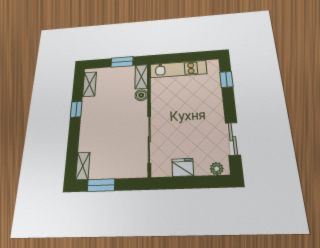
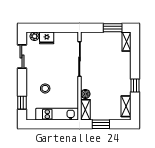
stool: (196, 99) -> (45, 88), added
fridge: (183, 167) -> (47, 38), moved

